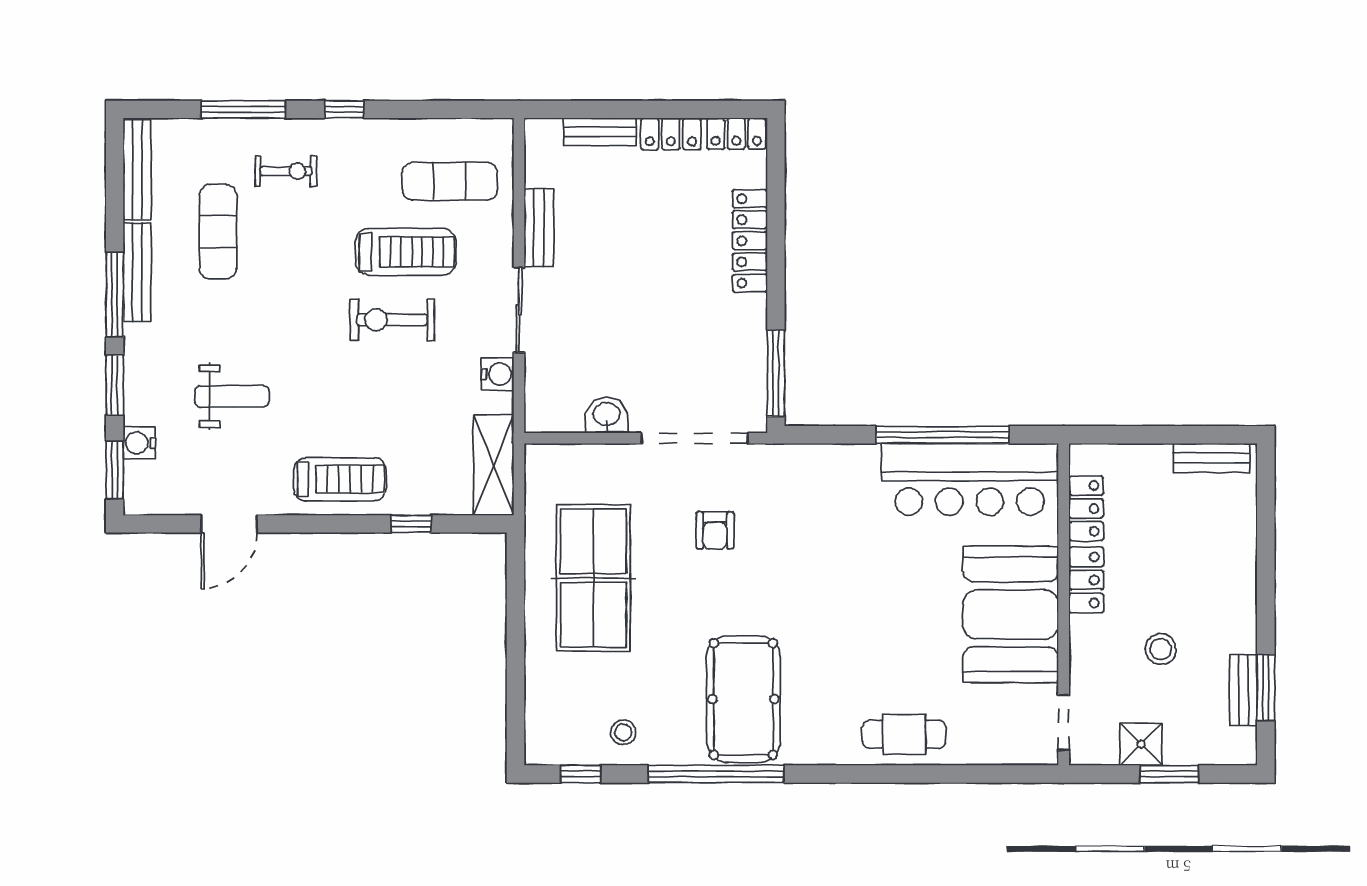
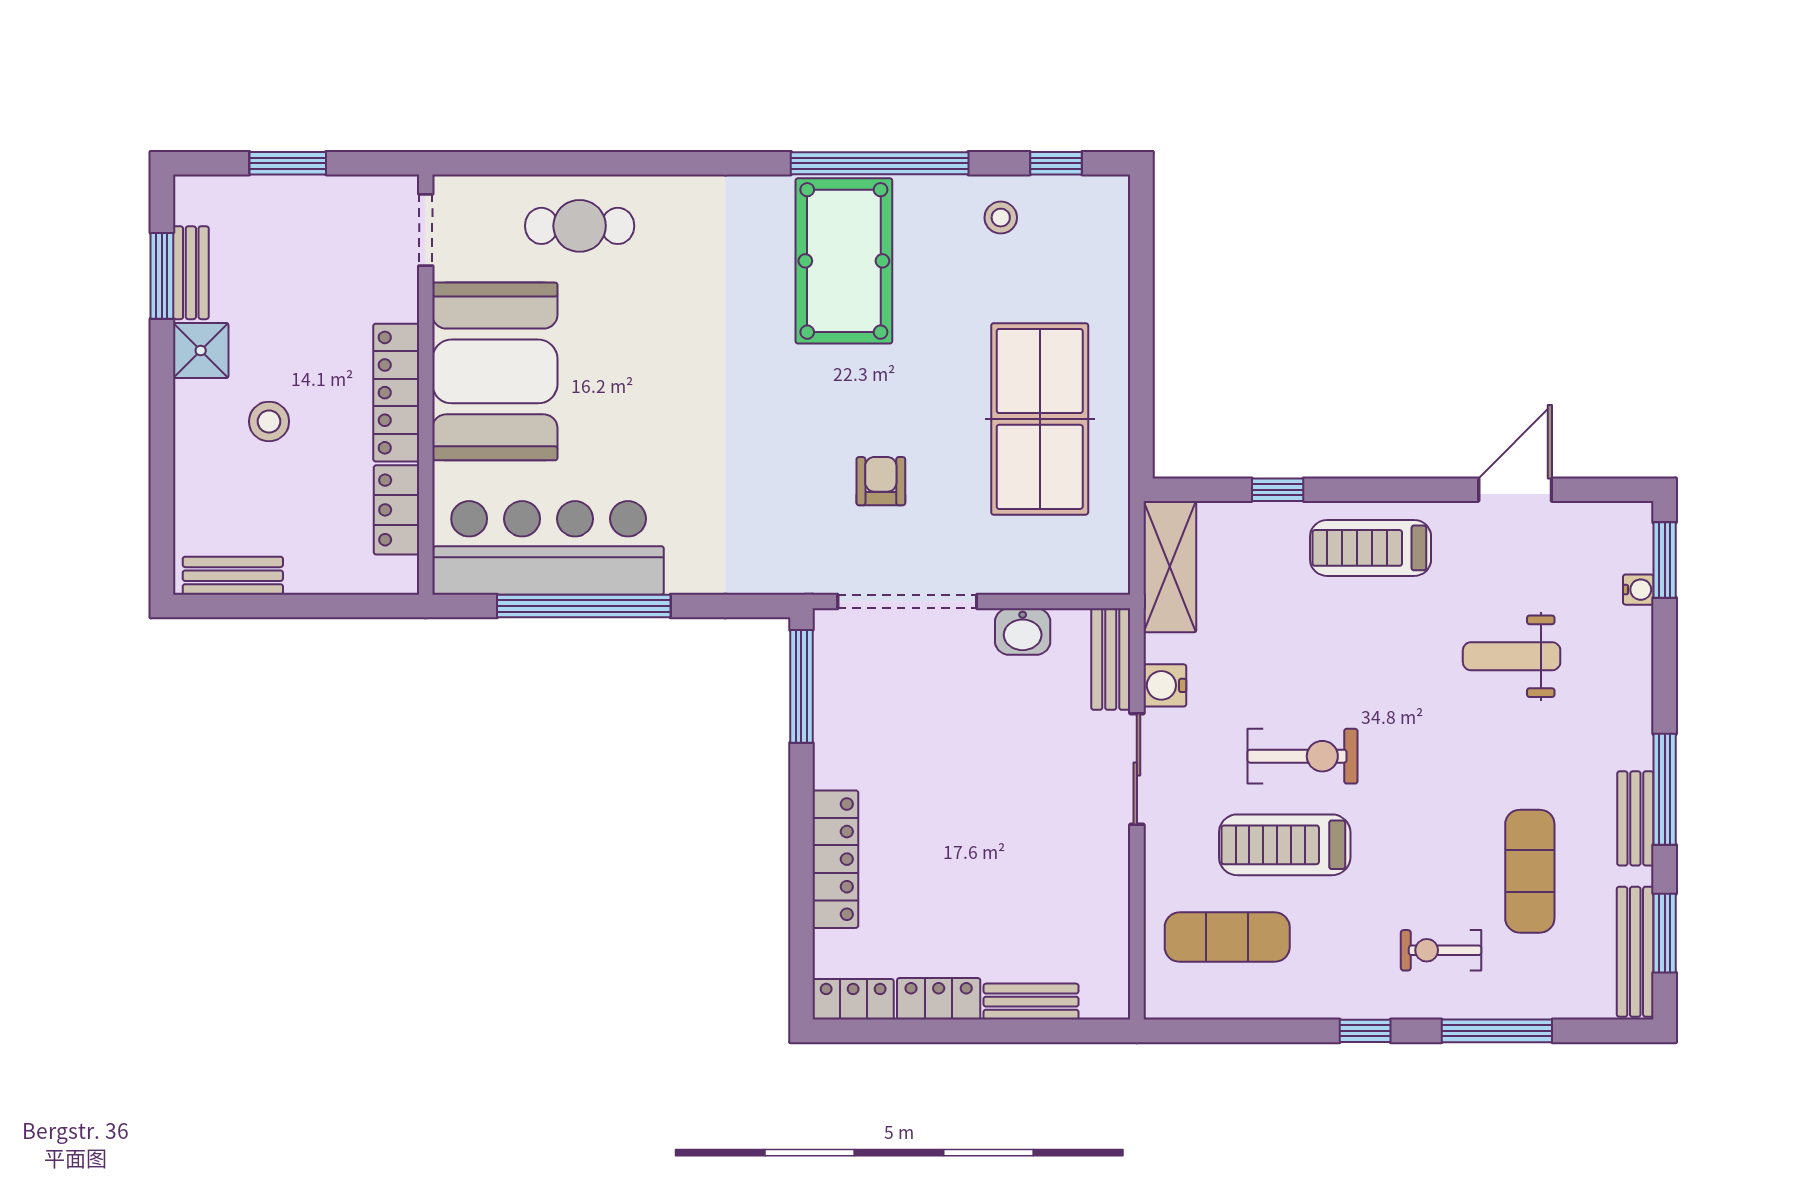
bench: (539, 228) -> (1111, 659), moved
bench: (137, 272) -> (1635, 818), width x0.73
window: (115, 385) -> (1665, 933), moved
water cooler: (139, 443) -> (1638, 590), width x0.72, depth x0.72
locker: (1086, 580) -> (396, 393), width x1.53
stool: (1161, 649) -> (269, 421), moved
cafe table: (904, 734) -> (580, 226), moved
shower: (1141, 744) -> (201, 350), moved

